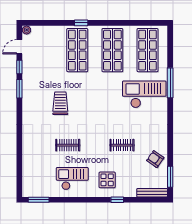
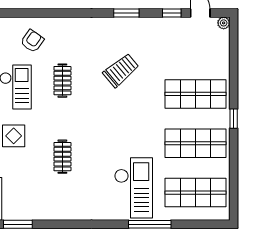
window: (81, 23) -> (234, 119), moved
window: (19, 89) -> (126, 13), moved
trolley: (60, 103) -> (121, 70), turned -40
armchair: (155, 159) -> (32, 41), moved

